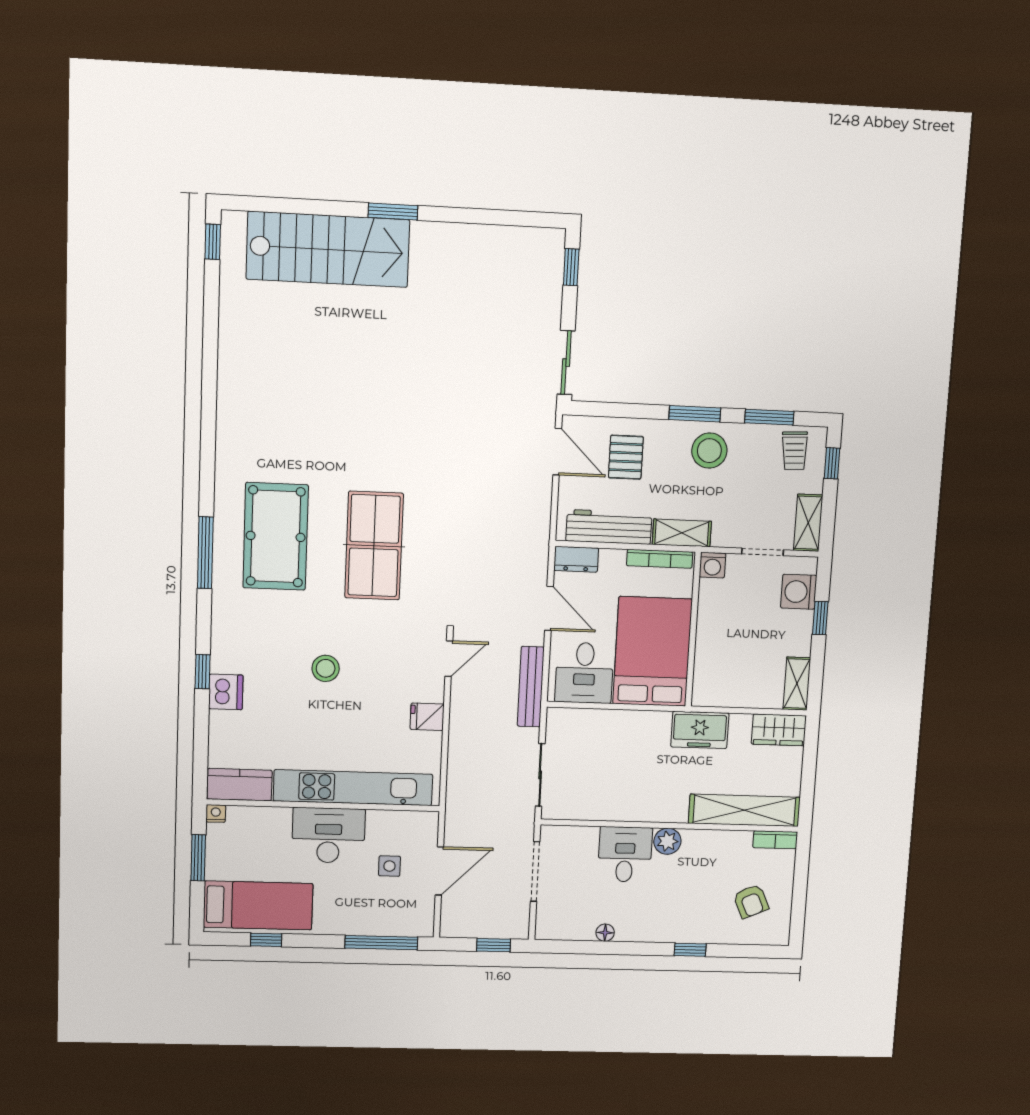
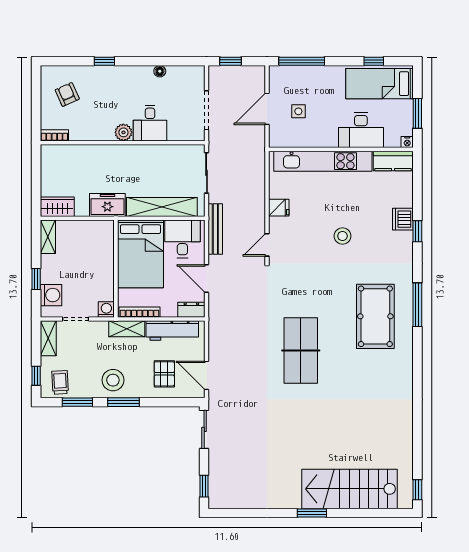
table tennis table: (374, 546) -> (301, 351), moved
shelving: (744, 810) -> (162, 207), moved
desk: (328, 835) -> (361, 130), moved

